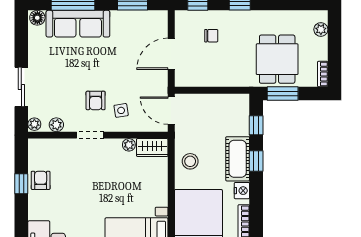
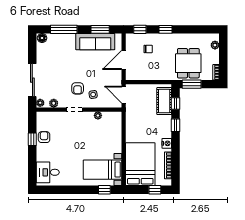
sofa: (78, 24) -> (95, 42), moved
sliding door: (21, 87) -> (32, 80), width x1.37
wardrobe: (152, 148) -> (112, 117), removed
cot: (238, 159) -> (164, 101), moved
stool: (190, 161) -> (135, 126), removed

